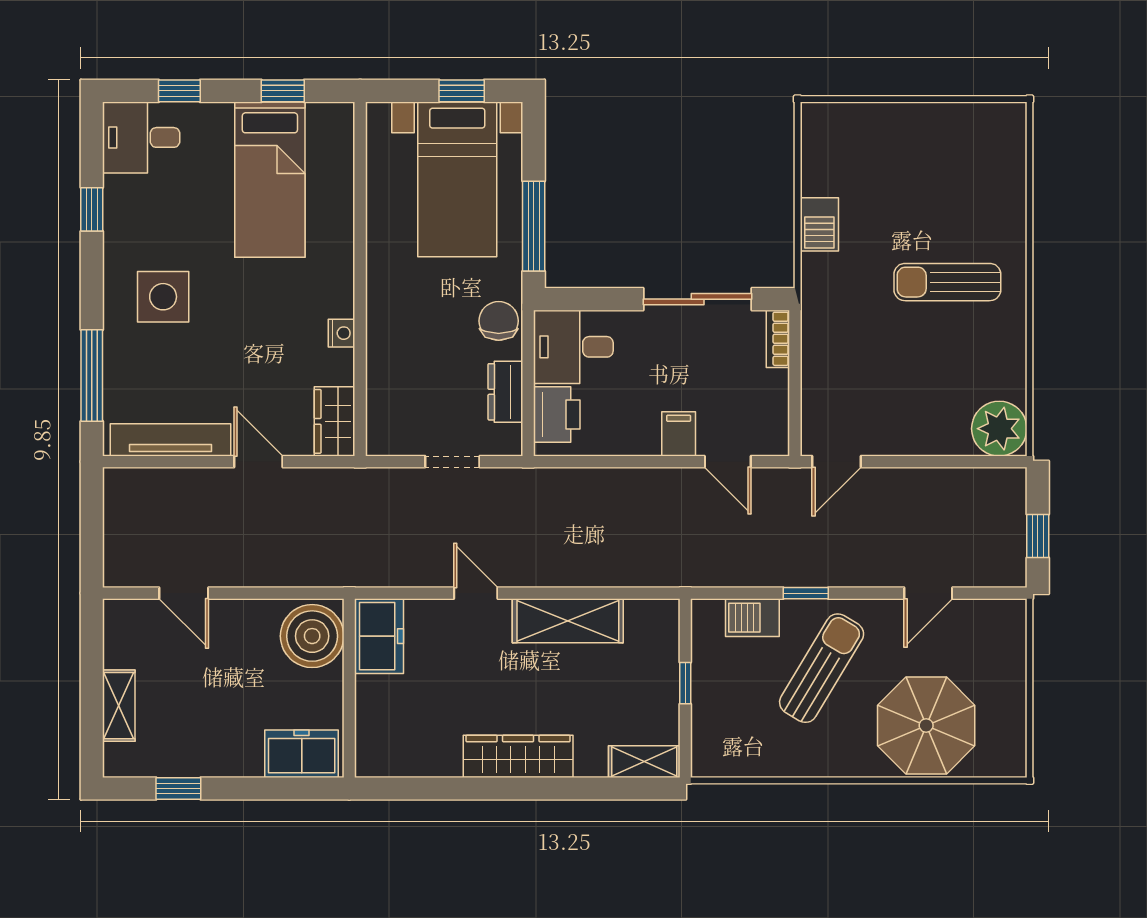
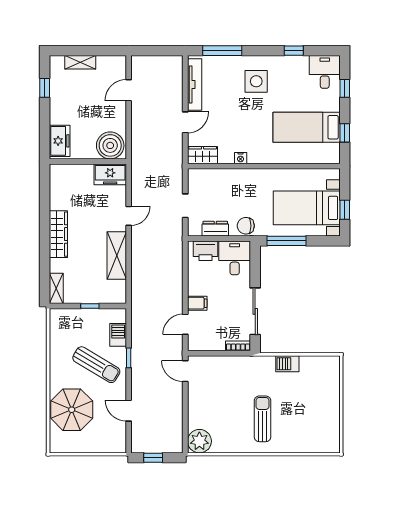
chair: (499, 321) -> (246, 226), turned 180

